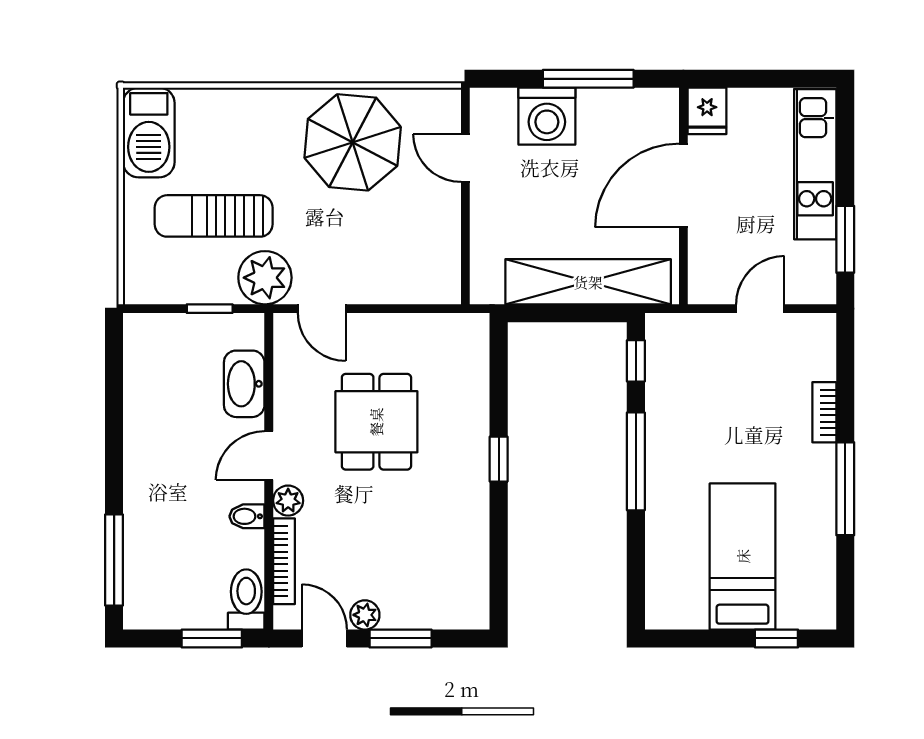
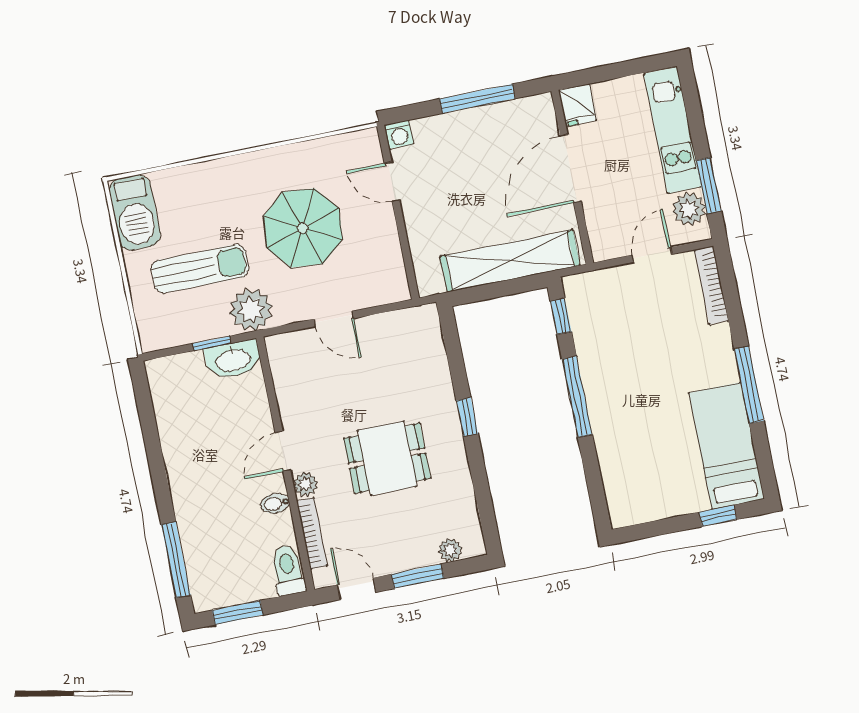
washing machine: (547, 116) -> (399, 134), moved, width x0.53, depth x0.53
parasol: (353, 142) -> (303, 228), moved
sun lounger: (214, 216) -> (200, 269), turned 180
plant: (816, 263) -> (689, 209), added
door: (322, 309) -> (334, 319), moved
washbasin: (244, 384) -> (233, 360), moved, turned -90
bookcase: (824, 412) -> (711, 285), moved, width x1.56
dining table: (376, 422) -> (387, 458), moved, turned 90
bed: (743, 556) -> (726, 446), moved
plant: (365, 615) -> (450, 550), moved
window: (212, 638) -> (238, 613), moved

